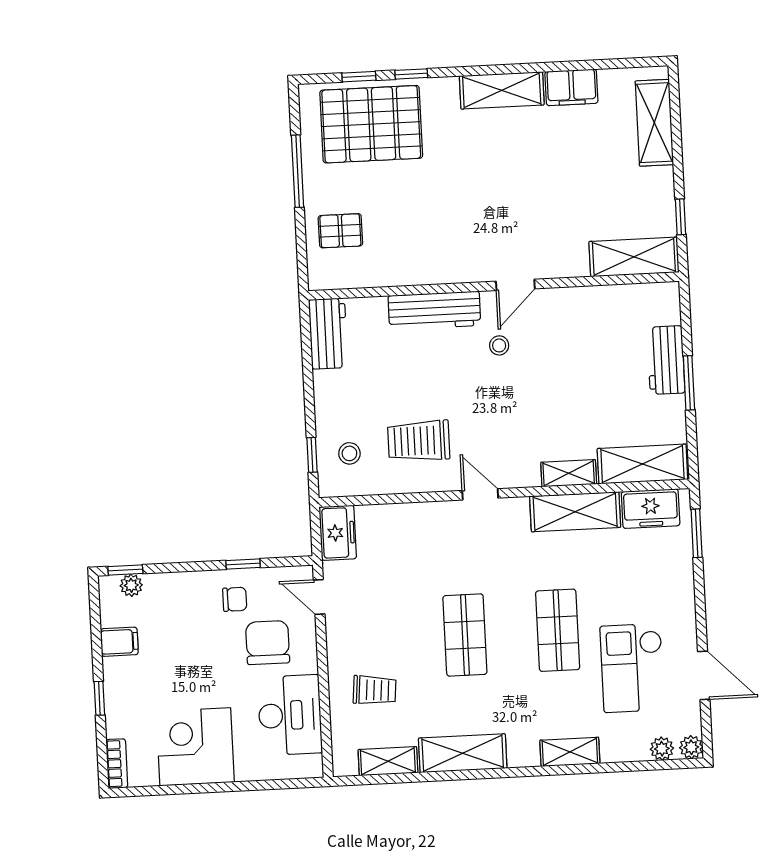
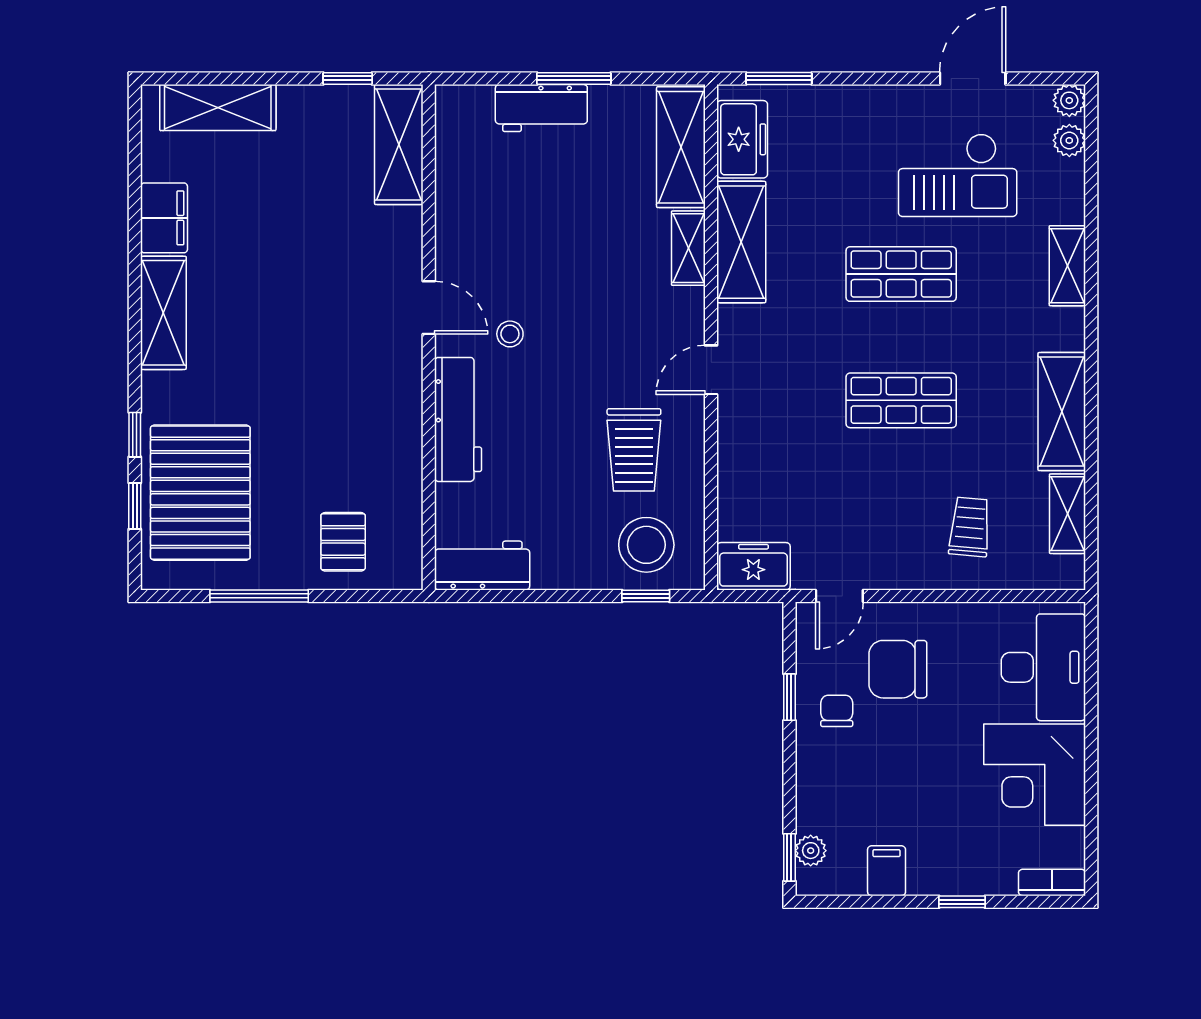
stool: (349, 453) -> (646, 545), width x1.89, depth x1.89
desk: (290, 715) -> (1043, 667), moved, turned 90

